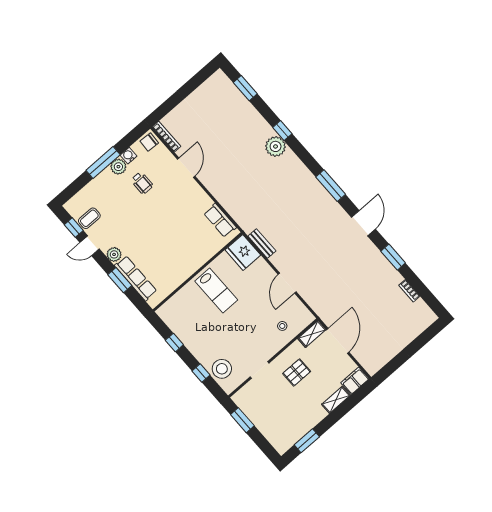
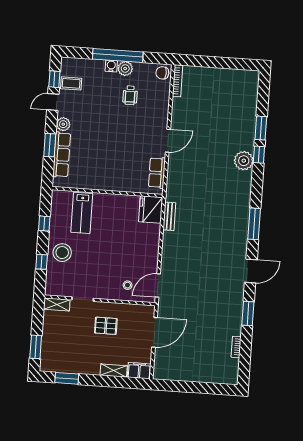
window: (245, 88) -> (261, 128), moved
water cooler: (129, 156) -> (111, 66), moved
window: (103, 163) -> (118, 55), width x1.46
door: (186, 168) -> (168, 141), moved
door: (90, 246) -> (53, 102), hinge flipped
door: (287, 283) -> (158, 286), moved
lab bench: (216, 291) -> (82, 213), moved
shelving: (312, 334) -> (57, 304), moved
stool: (222, 369) -> (62, 253), moved
window: (242, 420) -> (36, 347), moved

